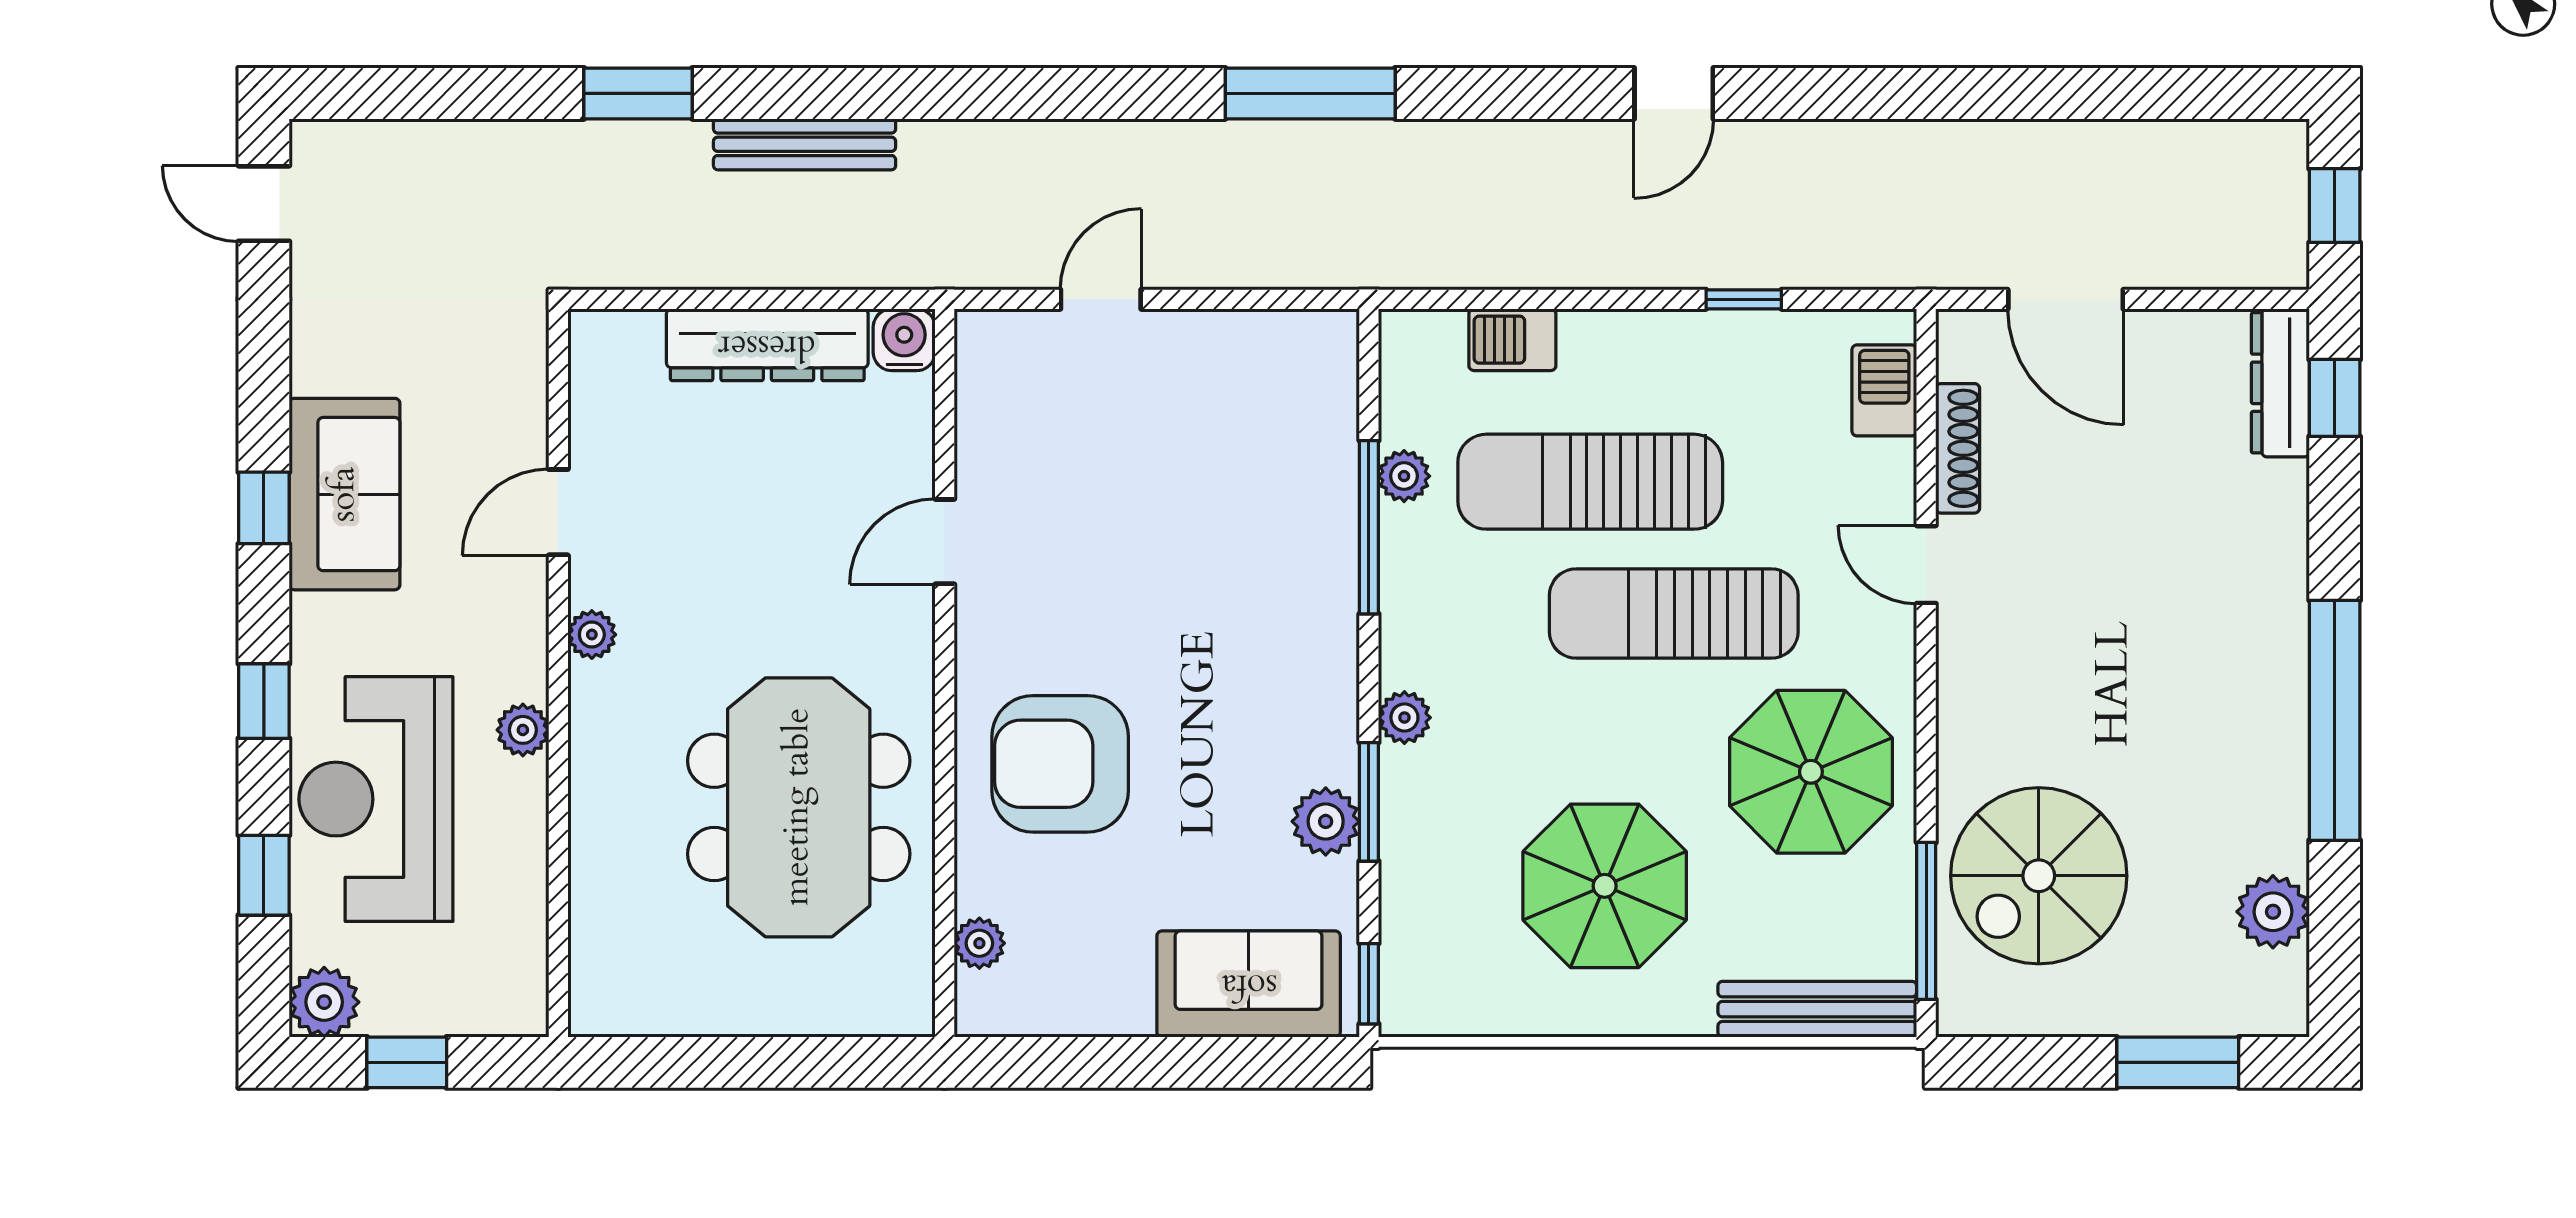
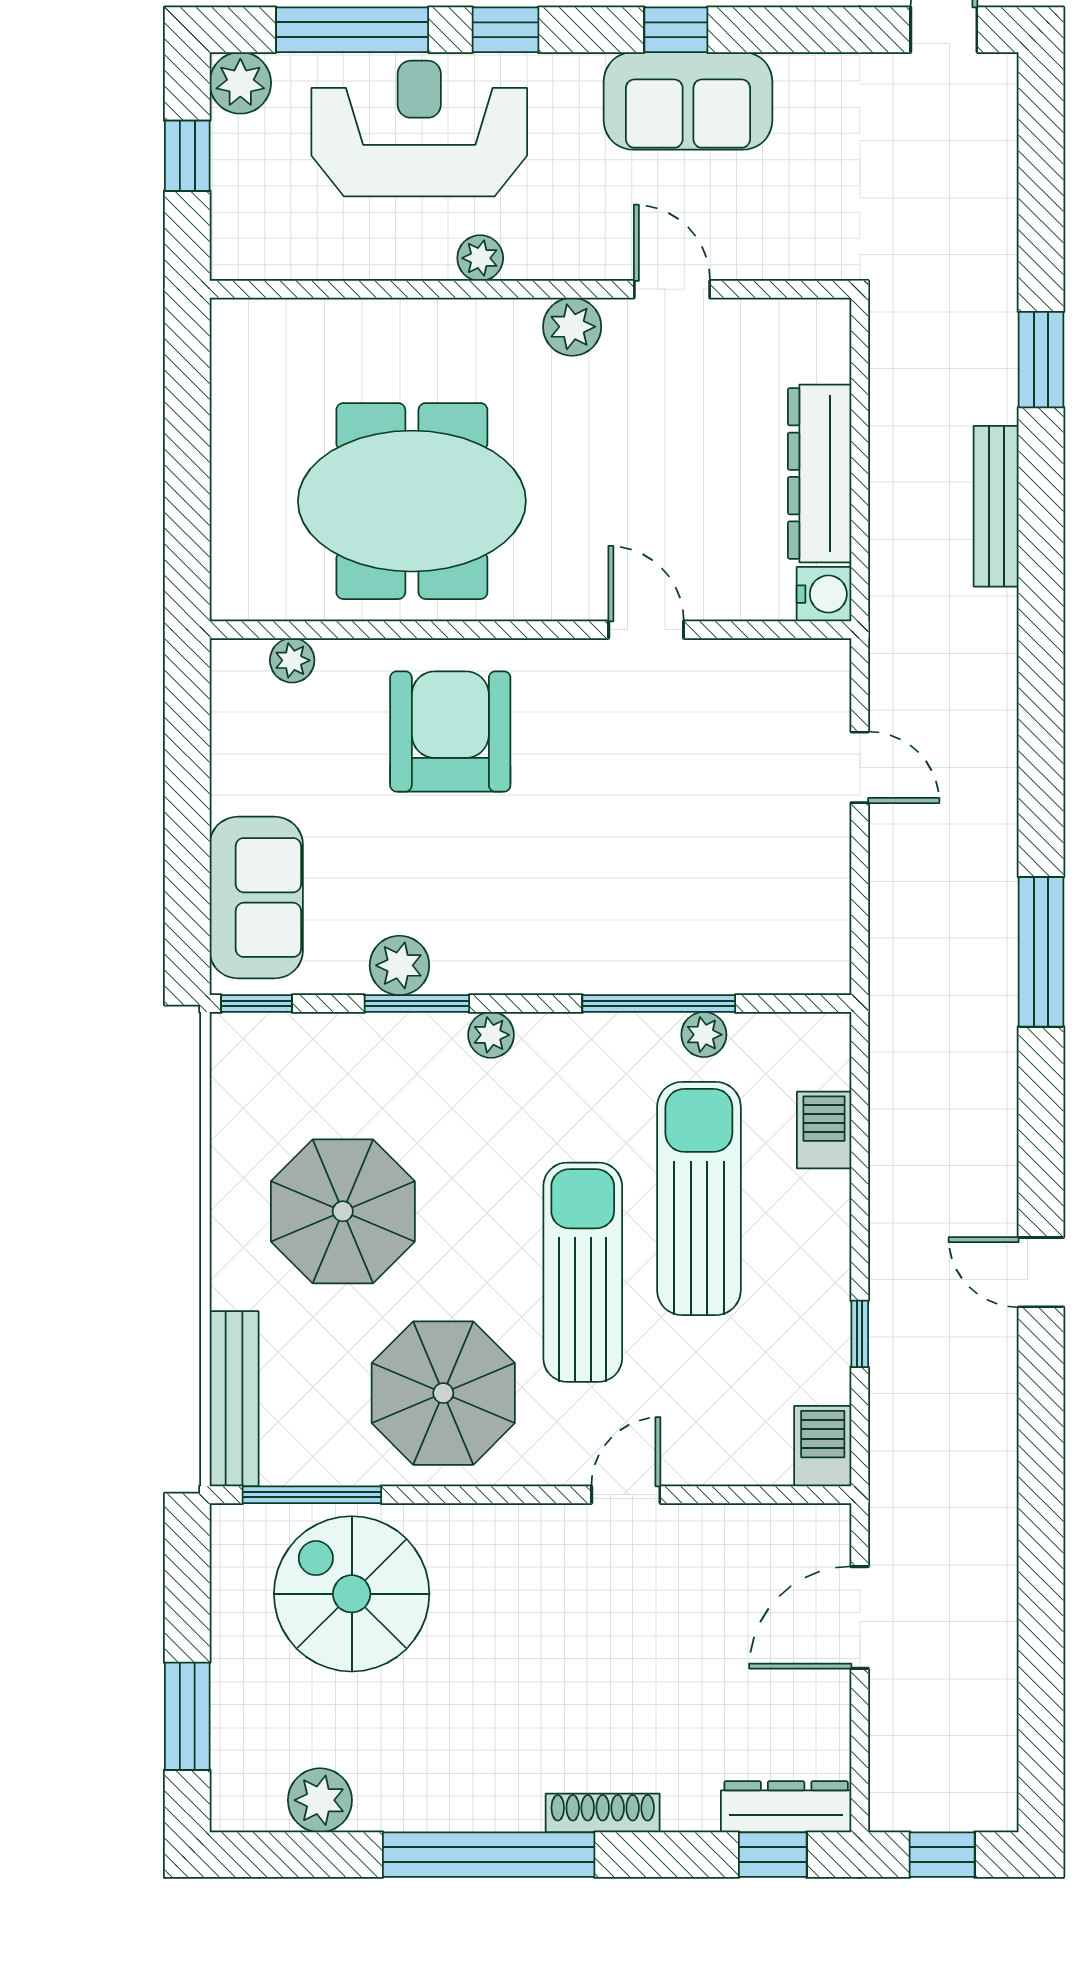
barbecue: (1884, 390) -> (823, 1446), moved, turned -90
shoe rack: (1958, 448) -> (603, 1813), moved, turned 180
plant: (592, 635) -> (572, 327), width x1.38, depth x1.38
window: (264, 875) -> (352, 30), width x2.17

